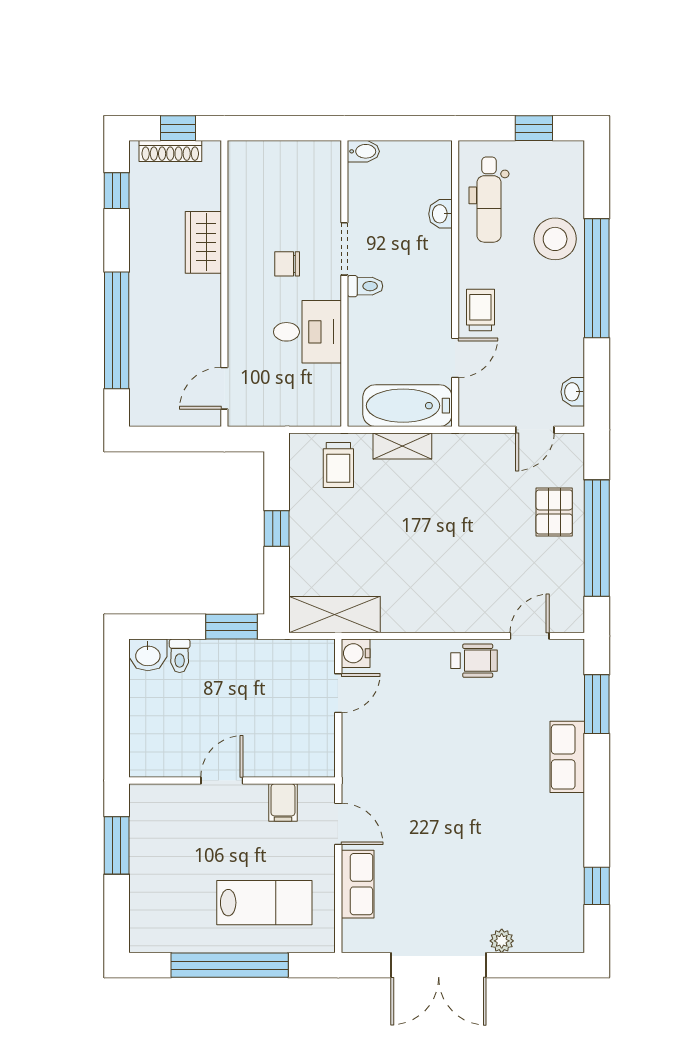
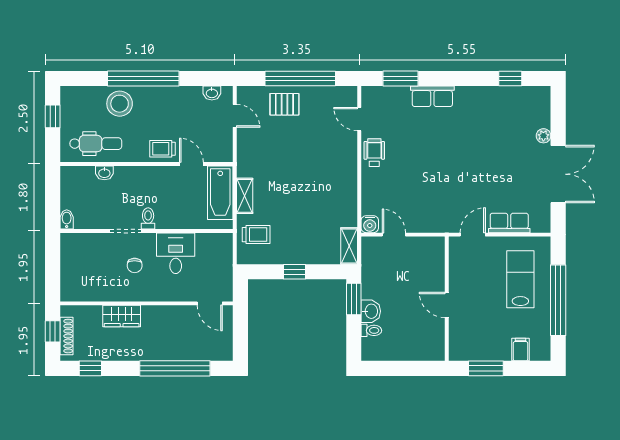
shelving: (335, 615) -> (349, 246), width x0.67, depth x0.75
washbasin: (148, 655) -> (371, 311), moved
filing cabinet: (283, 802) -> (521, 350), moved, turned -90

